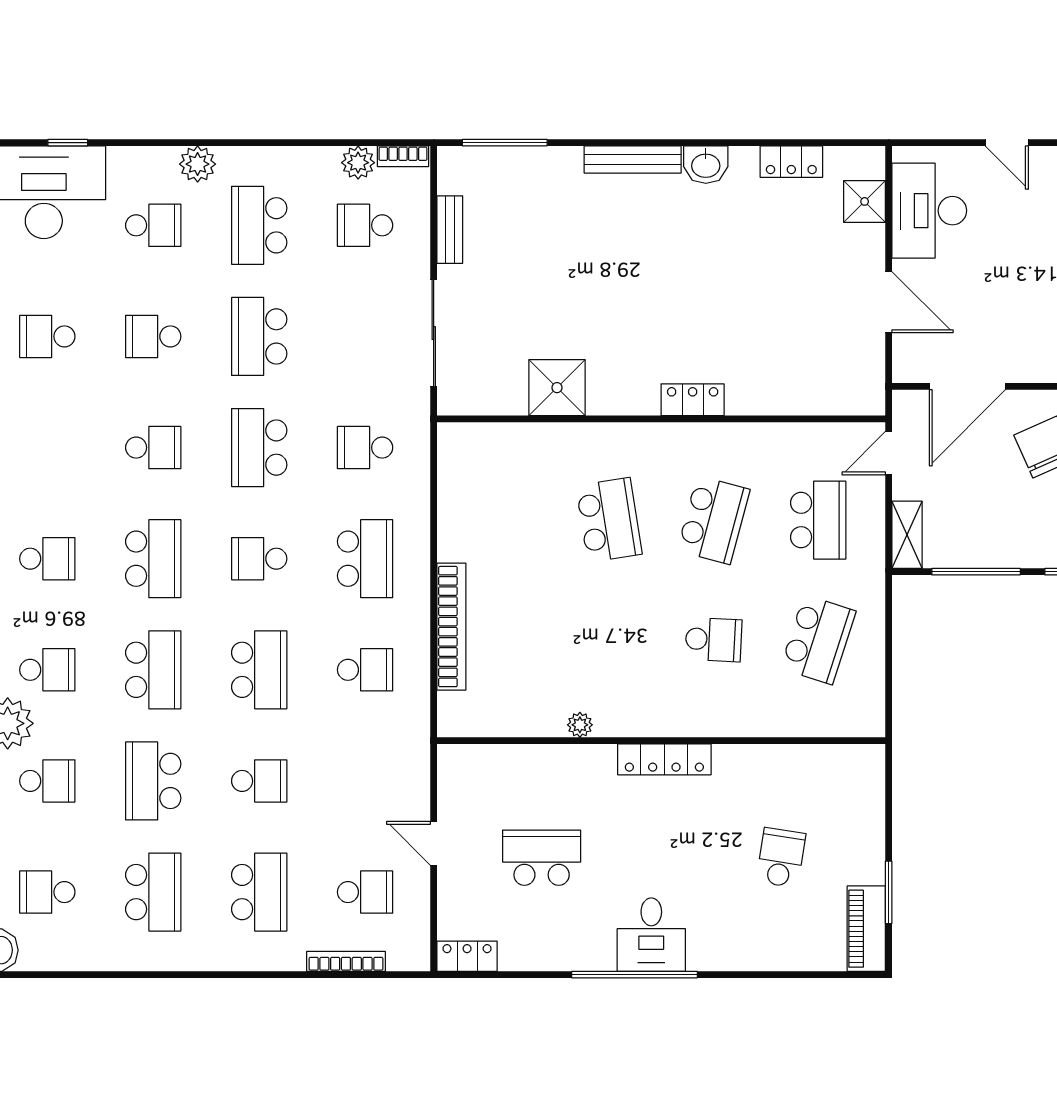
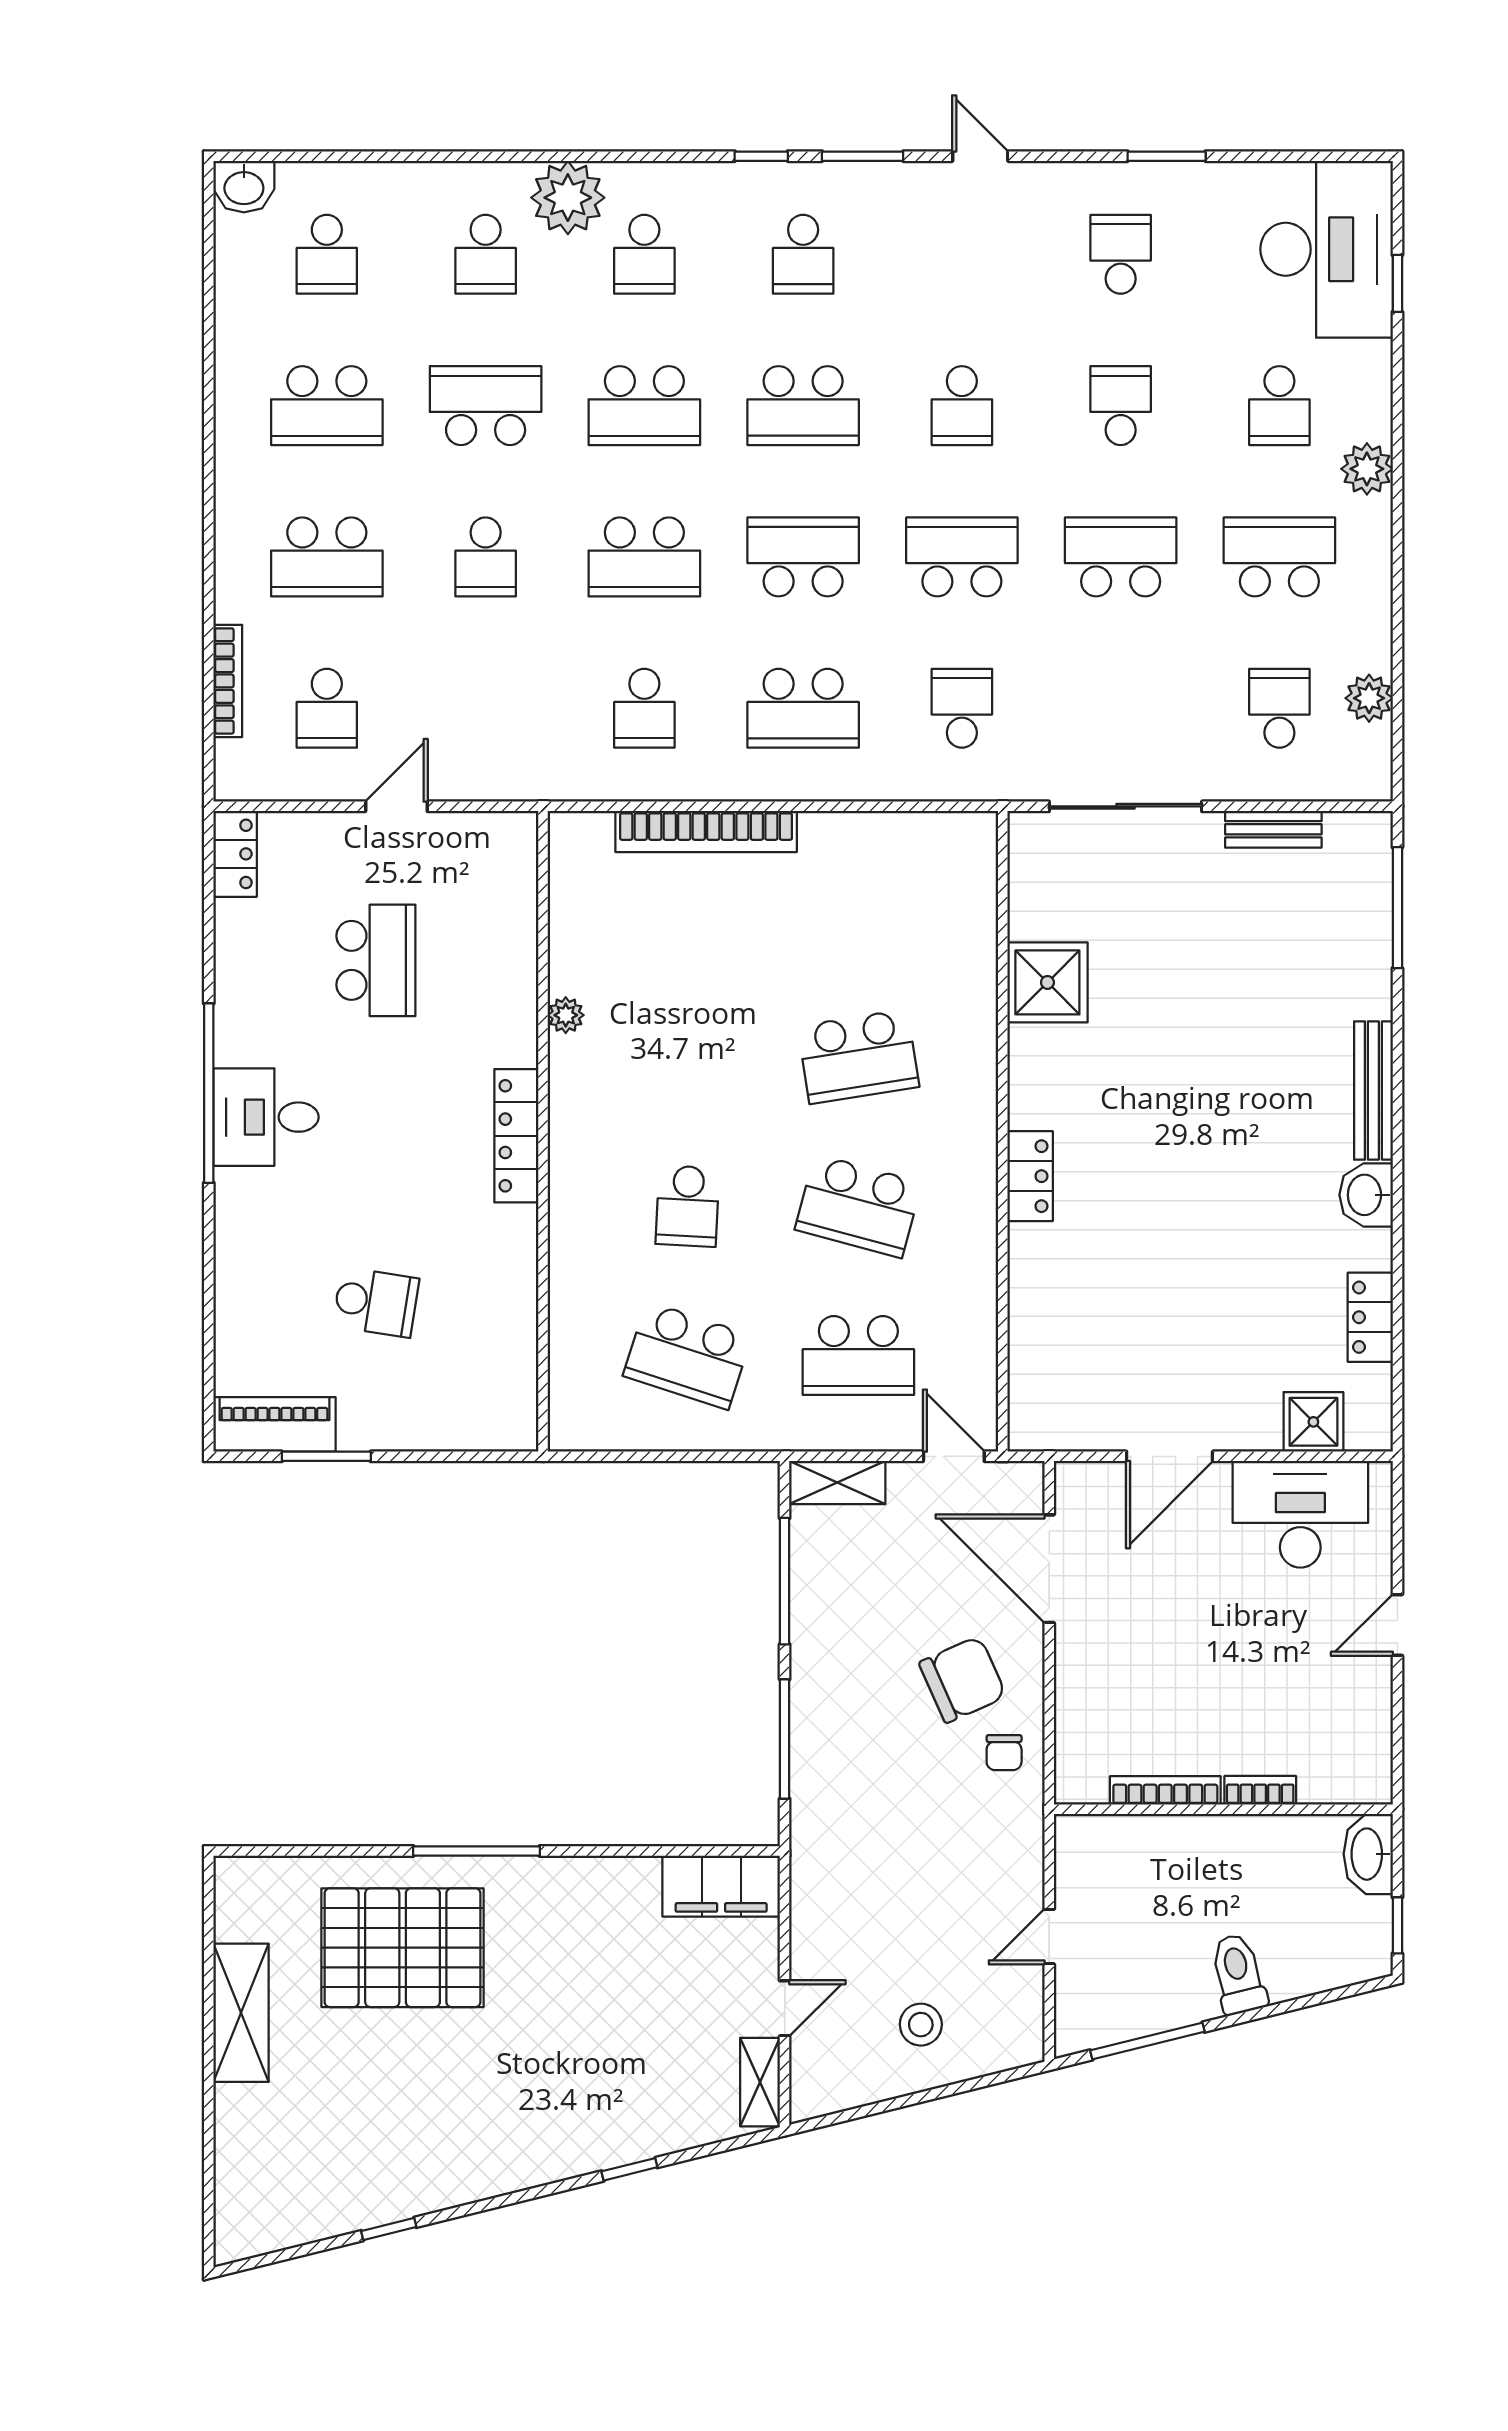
bookcase: (403, 156) -> (1378, 762), removed
school desk: (259, 559) -> (803, 557), width x1.85
school desk: (47, 892) -> (327, 254), turned 180

